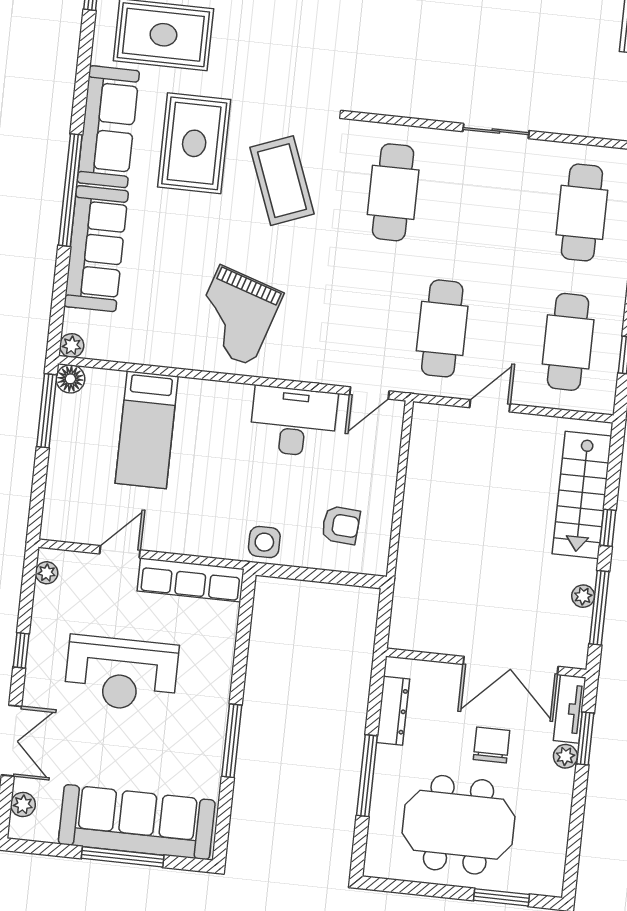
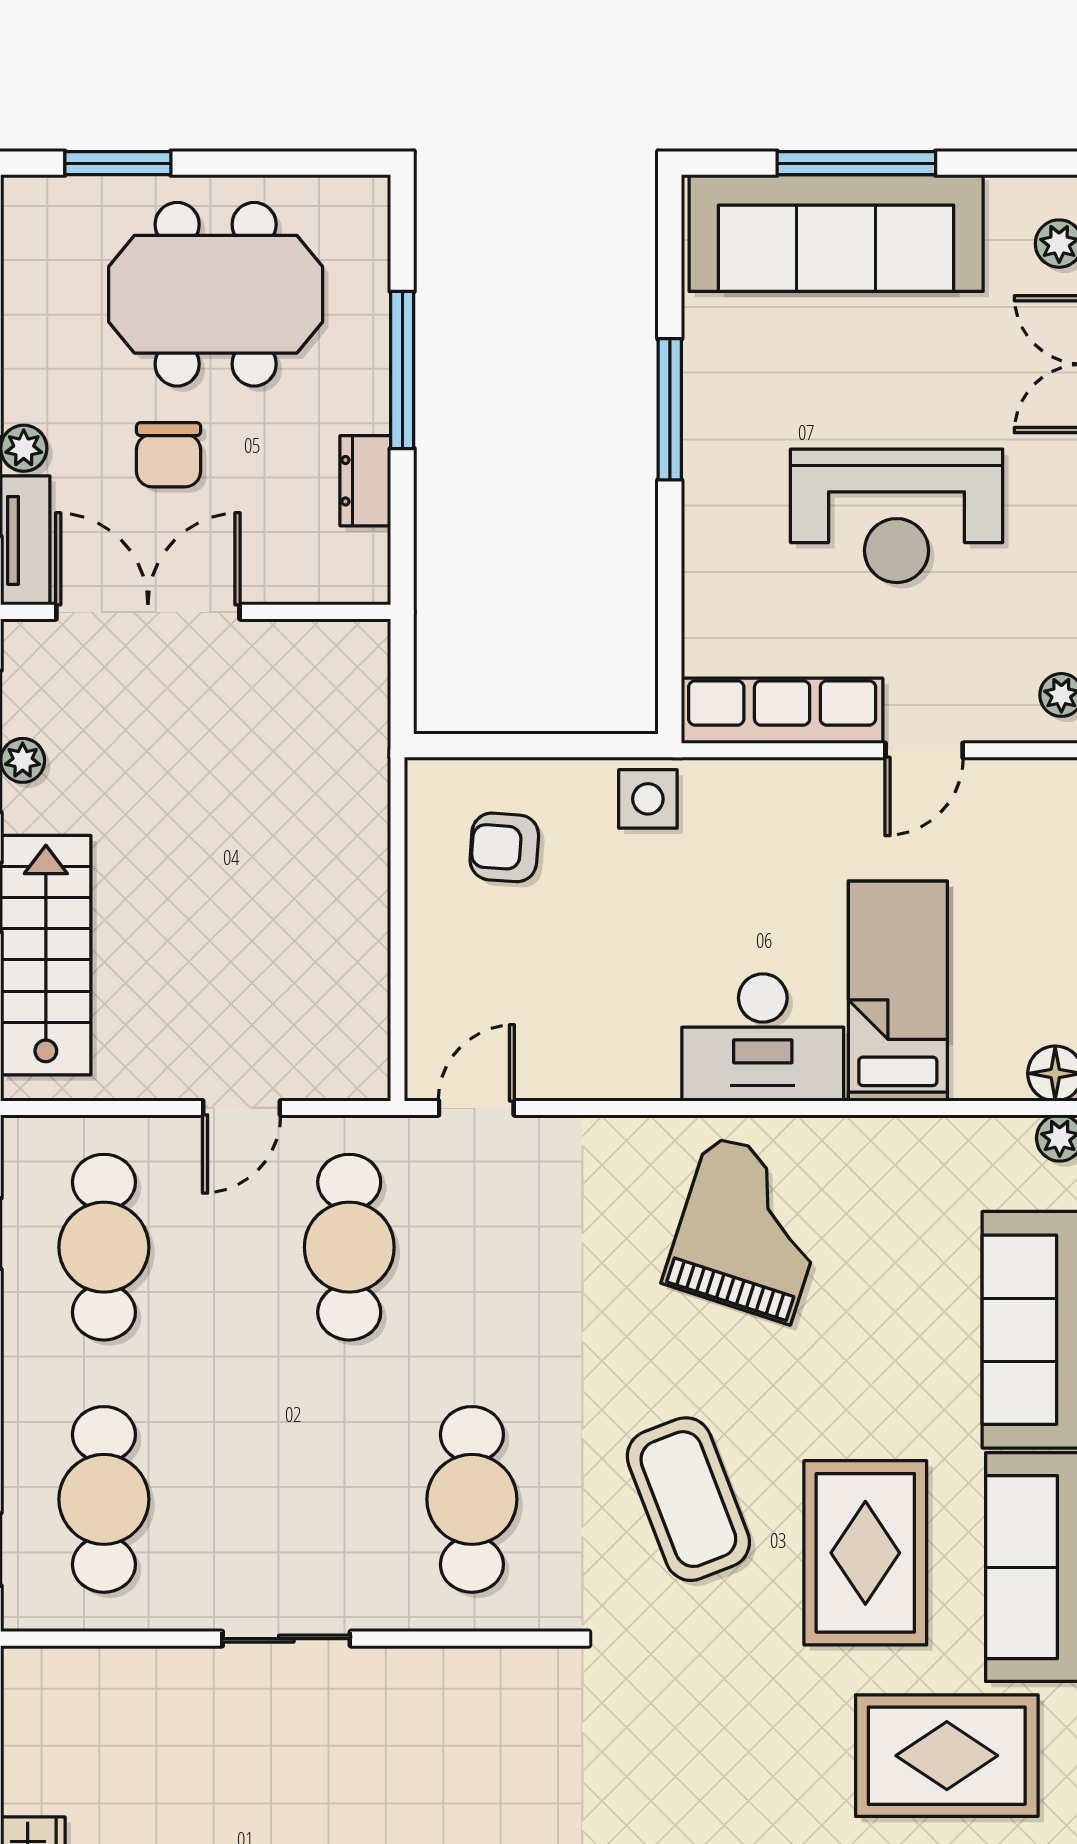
desk: (294, 421) -> (763, 1037), moved
reception desk: (121, 674) -> (897, 516), turned 180
dresser: (393, 711) -> (365, 481), width x0.70

